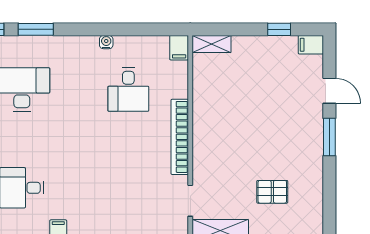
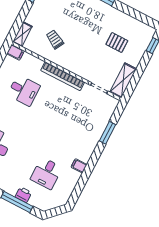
trolley: (229, 97) -> (55, 39), added
pallet: (272, 192) -> (117, 43), turned 90

